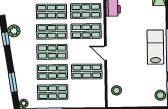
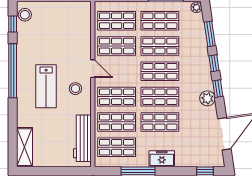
lab bench: (155, 47) -> (46, 86), moved
window: (9, 59) -> (214, 63), added
stool: (116, 90) -> (75, 89), moved
shop shelf: (87, 92) -> (117, 21), added

